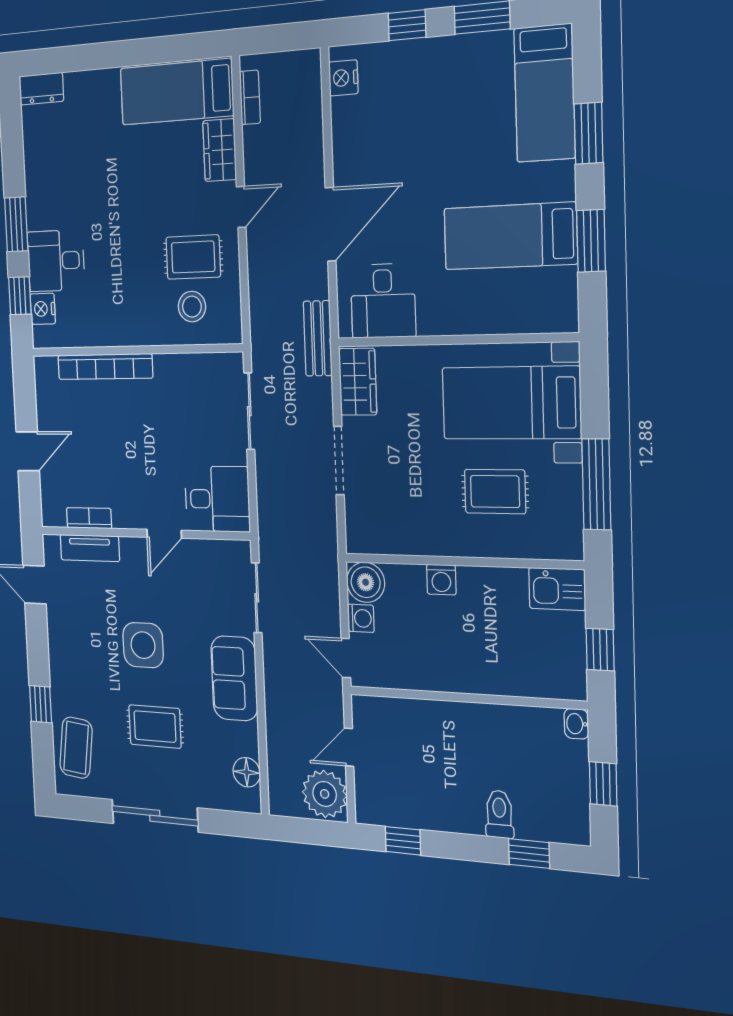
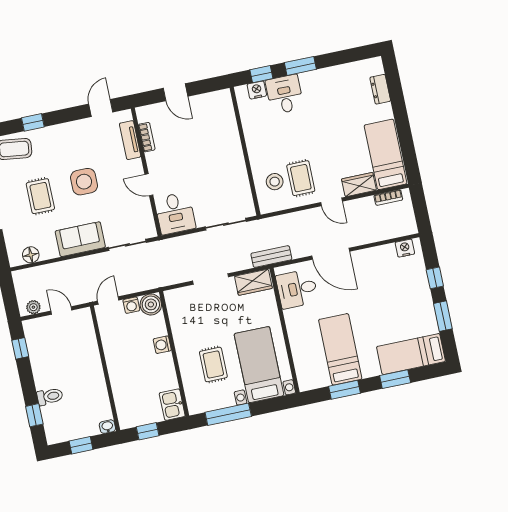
dresser: (41, 89) -> (380, 89), moved
bookcase: (105, 367) -> (232, 134), removed
plant: (325, 794) -> (33, 307), width x0.53, depth x0.53

